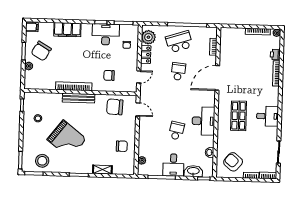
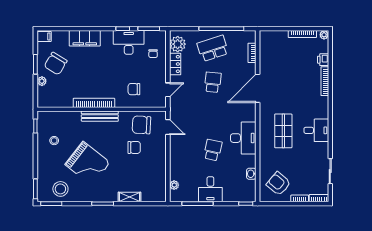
chair: (122, 146) -> (134, 147), moved
washbasin: (193, 171) -> (233, 196), removed

